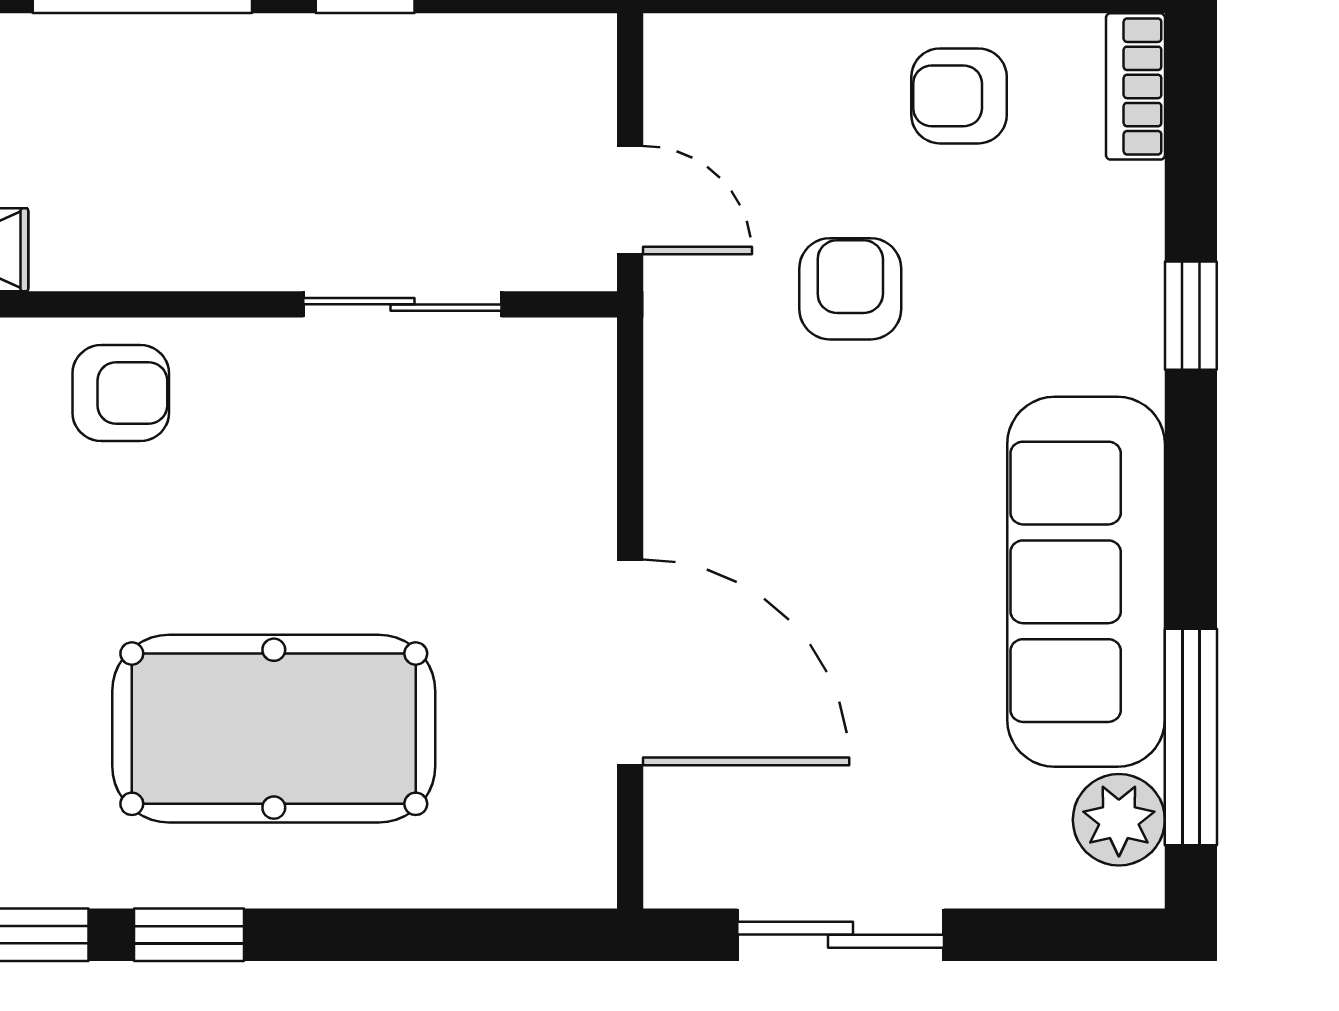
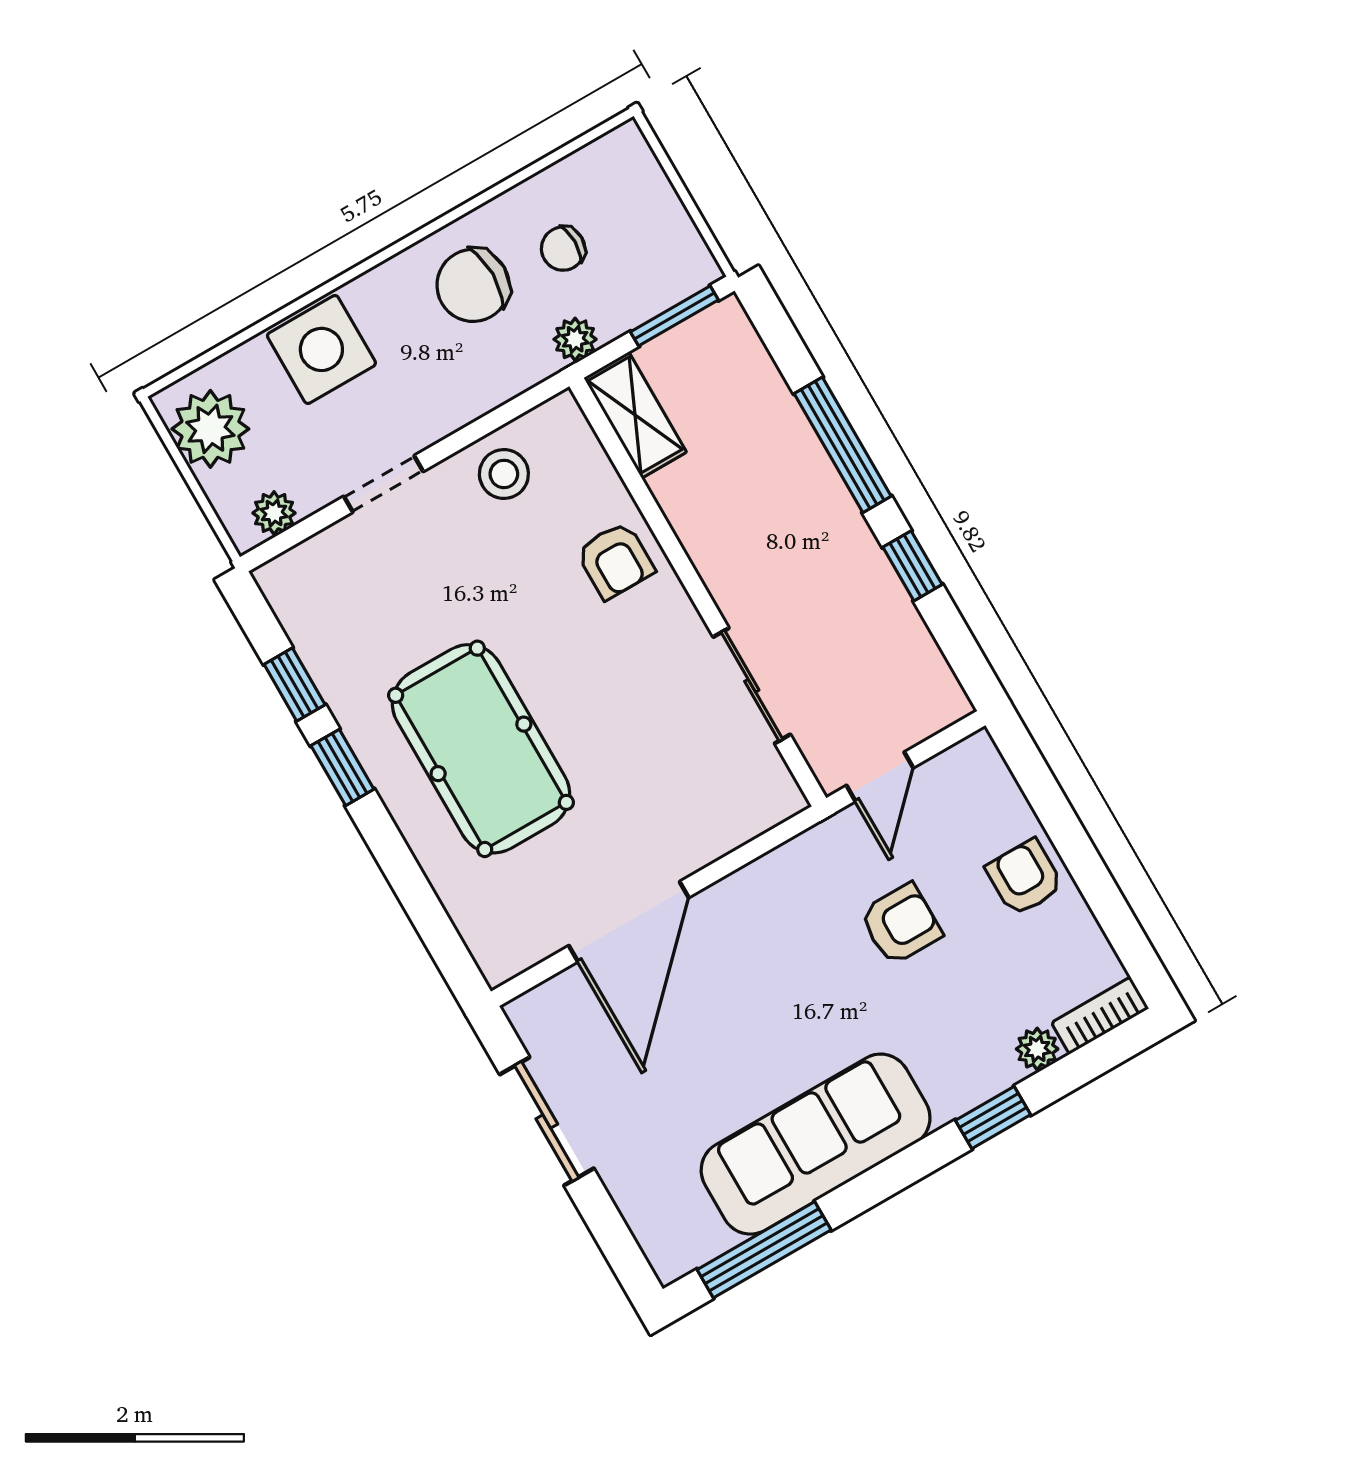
armchair: (959, 96) -> (1025, 878), moved
plant: (1119, 820) -> (1037, 1049), moved, width x0.73, depth x0.73

